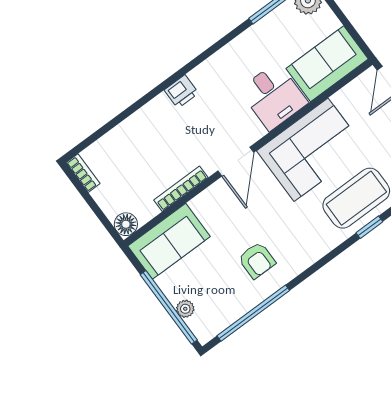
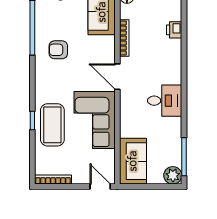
printer: (181, 92) -> (174, 30), moved
desk: (273, 96) -> (165, 101), moved, turned 180

